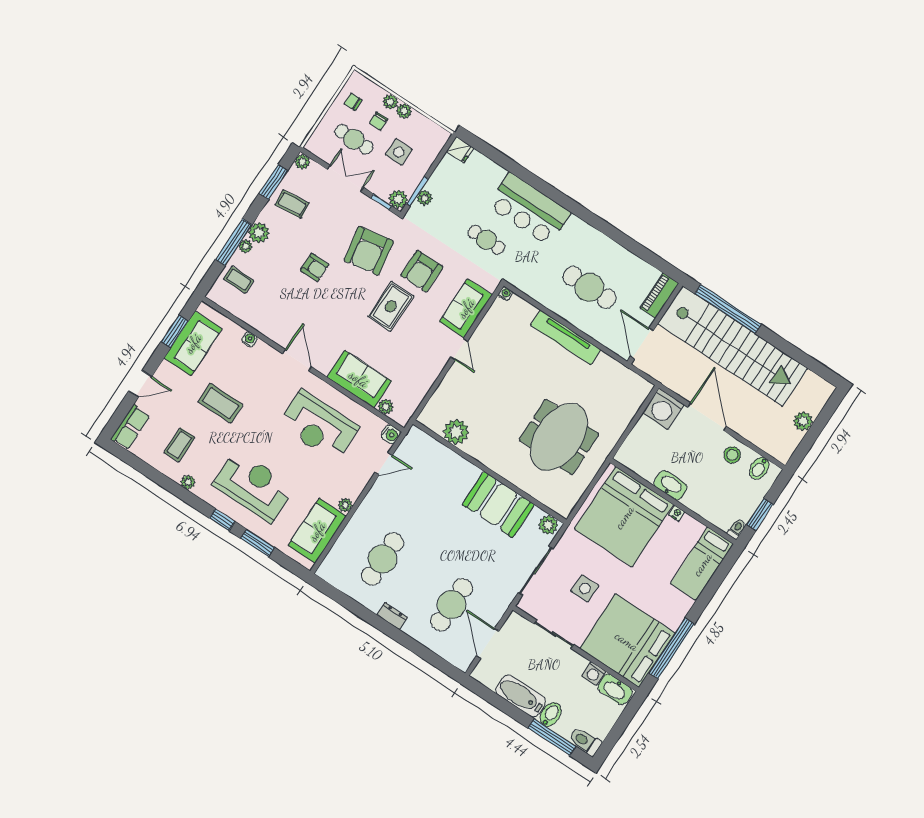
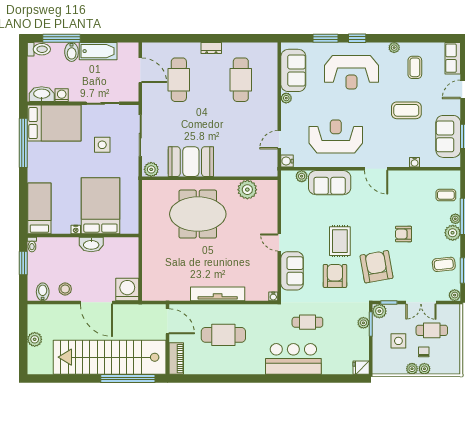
chair: (353, 102) -> (448, 353), removed
meeting table: (559, 437) -> (198, 214), moved, turned 90
bed: (624, 517) -> (100, 206), width x0.73
bed: (627, 641) -> (54, 123), width x0.73

